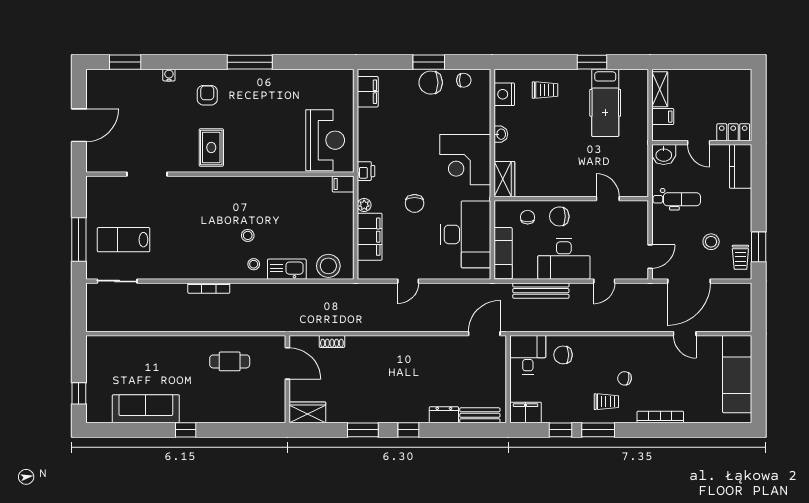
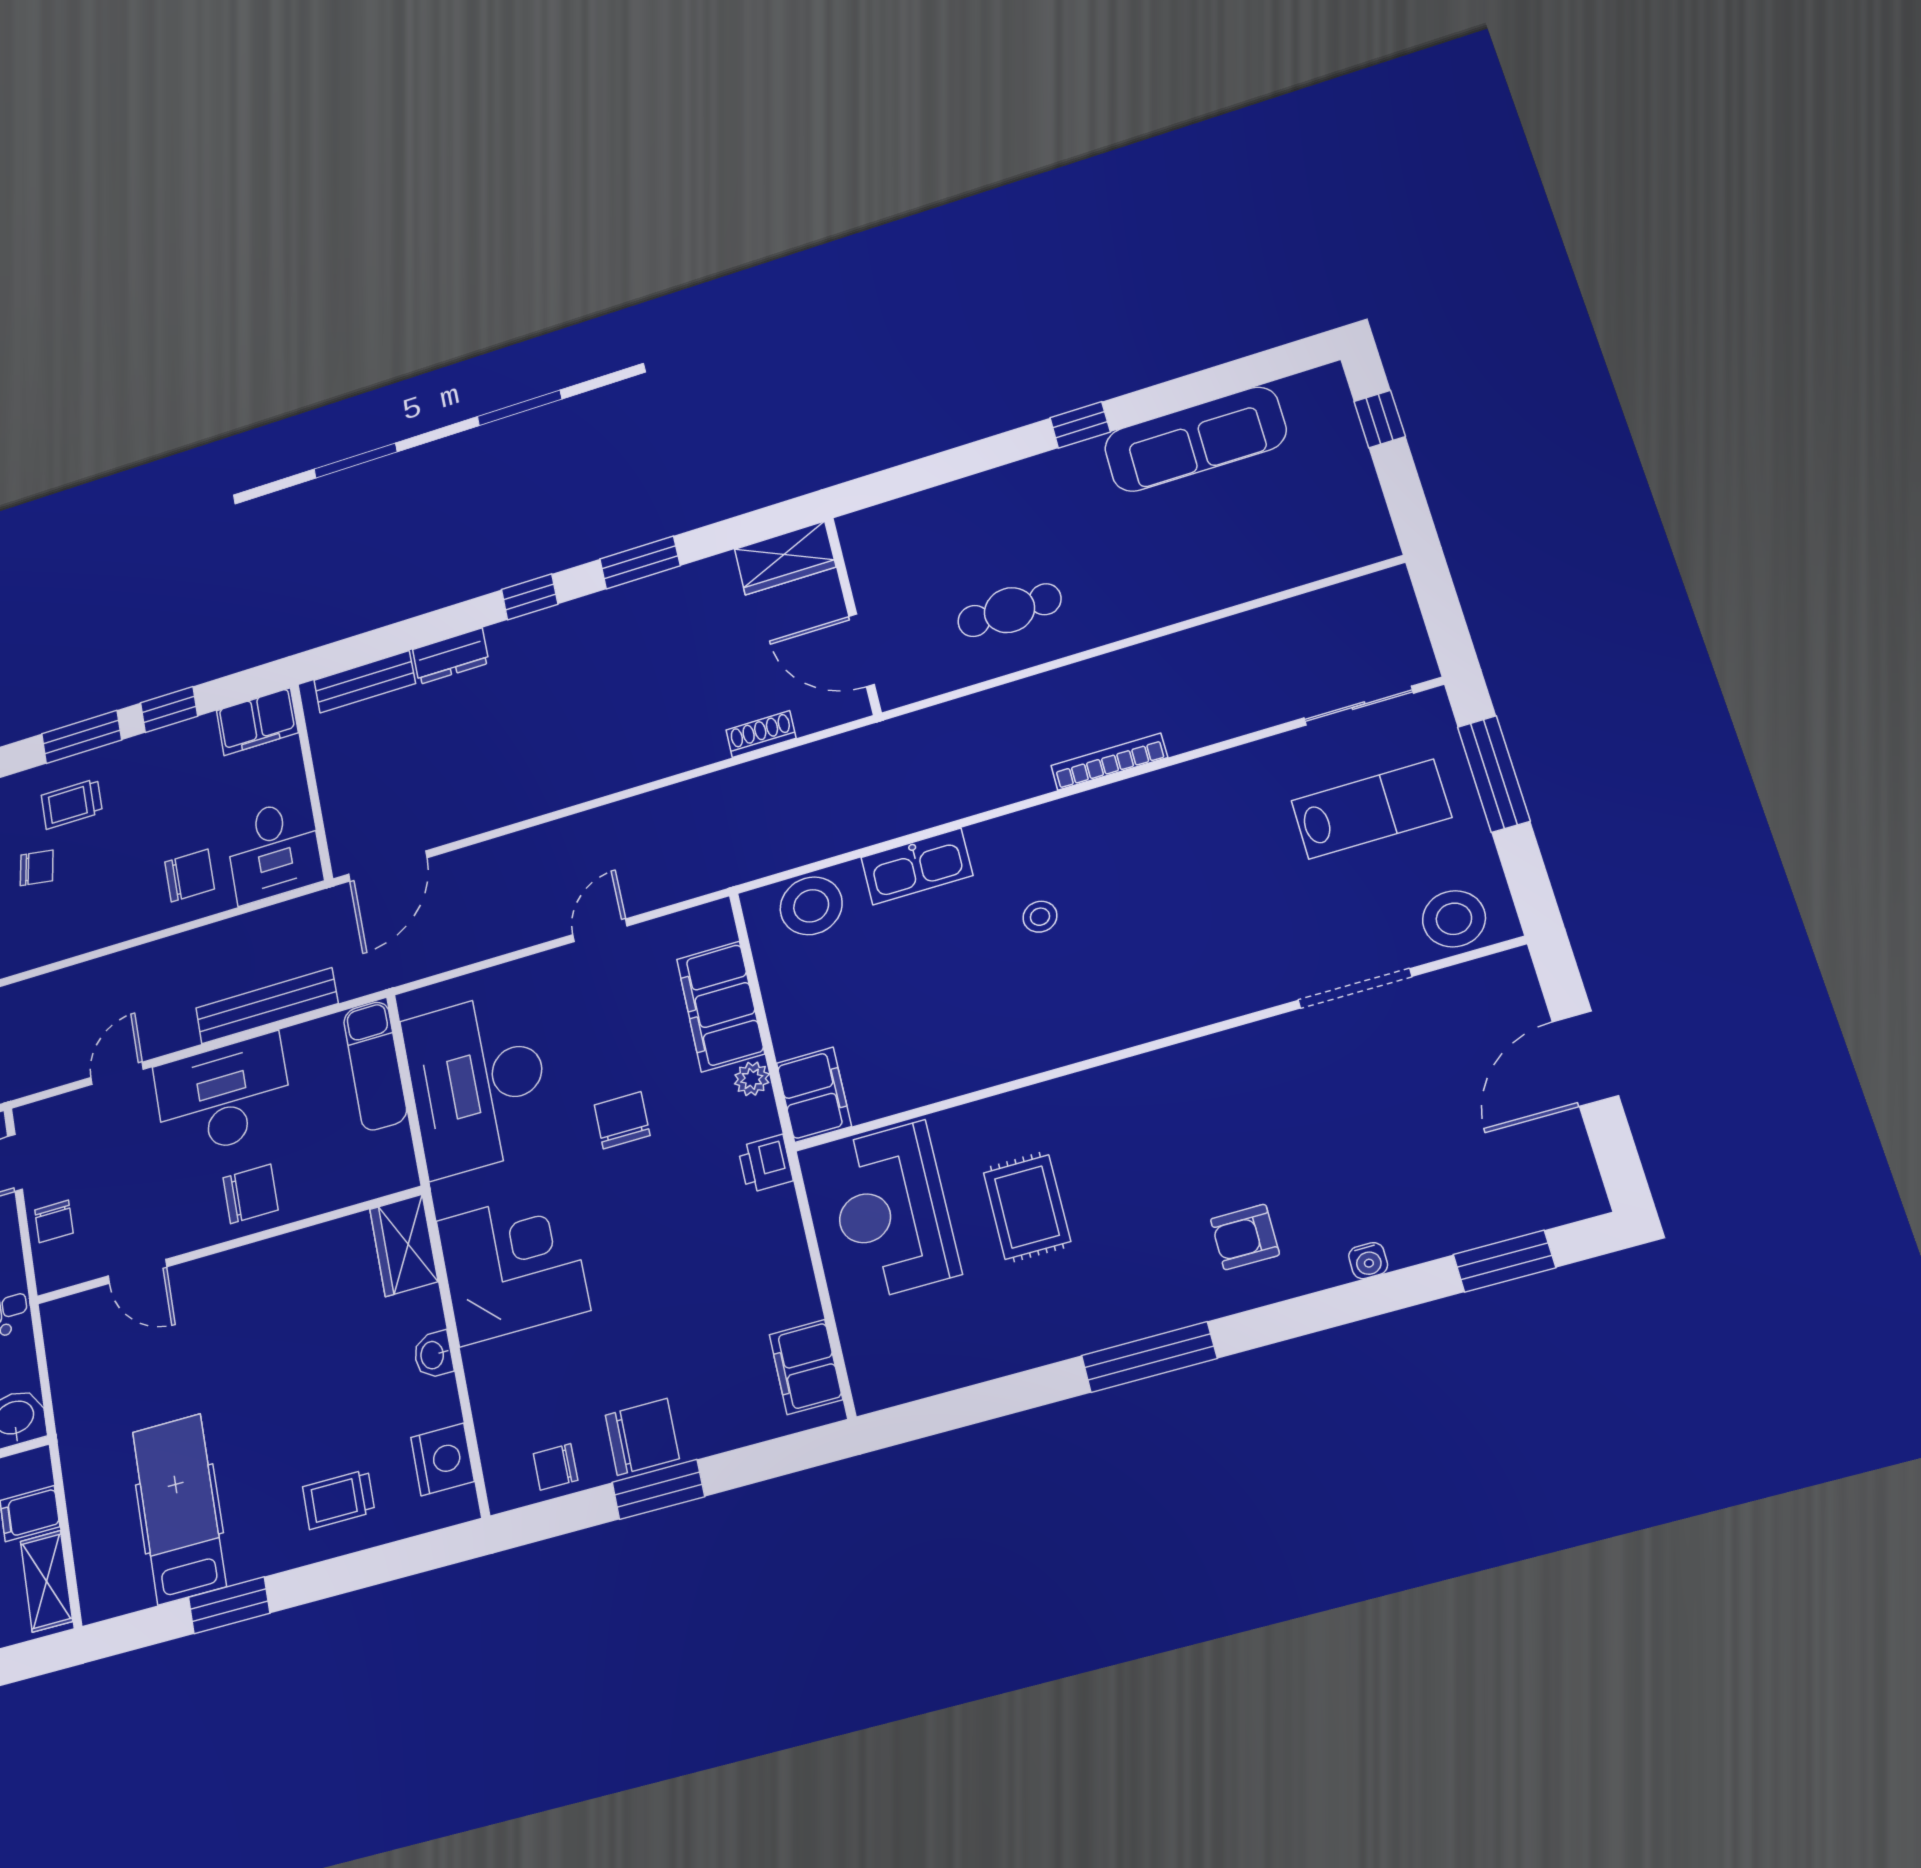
armchair: (207, 95) -> (1245, 1237), turned 90
rug: (211, 148) -> (1027, 1207), moved
filing cabinet: (343, 184) -> (814, 1095), width x2.00
chair: (528, 217) -> (54, 1221), moved
stool: (254, 264) -> (1454, 919), moved, width x1.89, depth x1.89

